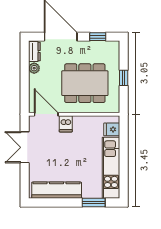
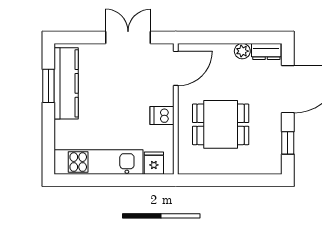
window: (124, 78) -> (228, 180), removed
dining table: (85, 83) -> (221, 124), width x0.73
dishwasher: (66, 124) -> (162, 115), moved
window: (94, 202) -> (48, 86), moved

